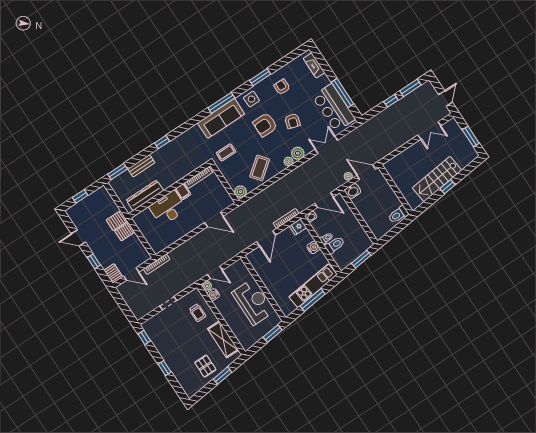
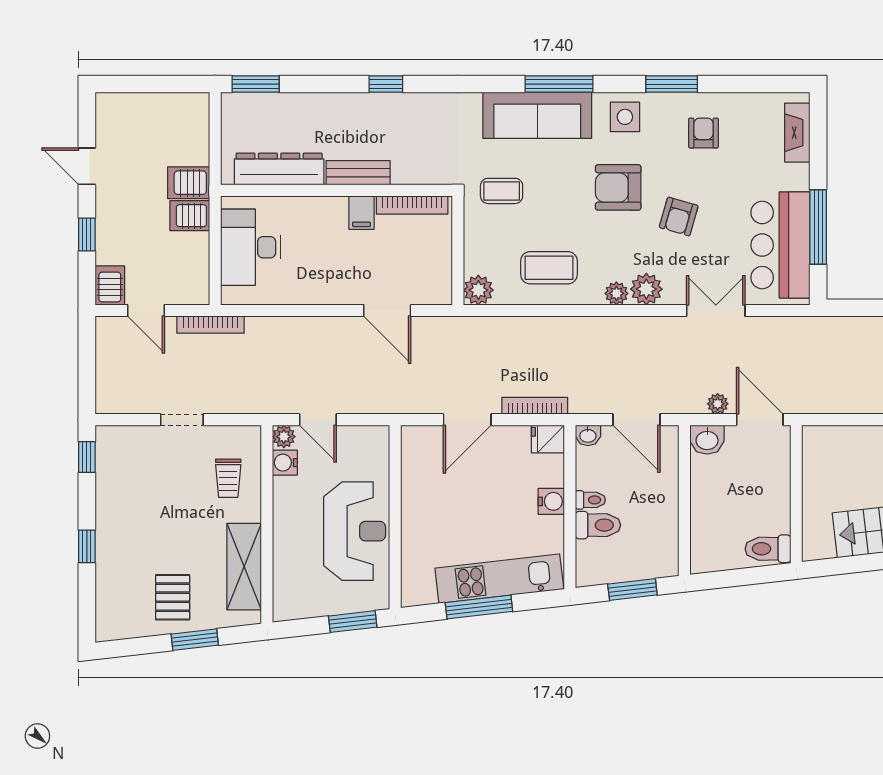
bench: (141, 166) -> (358, 173), moved
coffee table: (260, 168) -> (549, 268), turned 38
window: (80, 196) -> (146, 84), removed
desk: (168, 208) -> (250, 247), moved, turned -90

